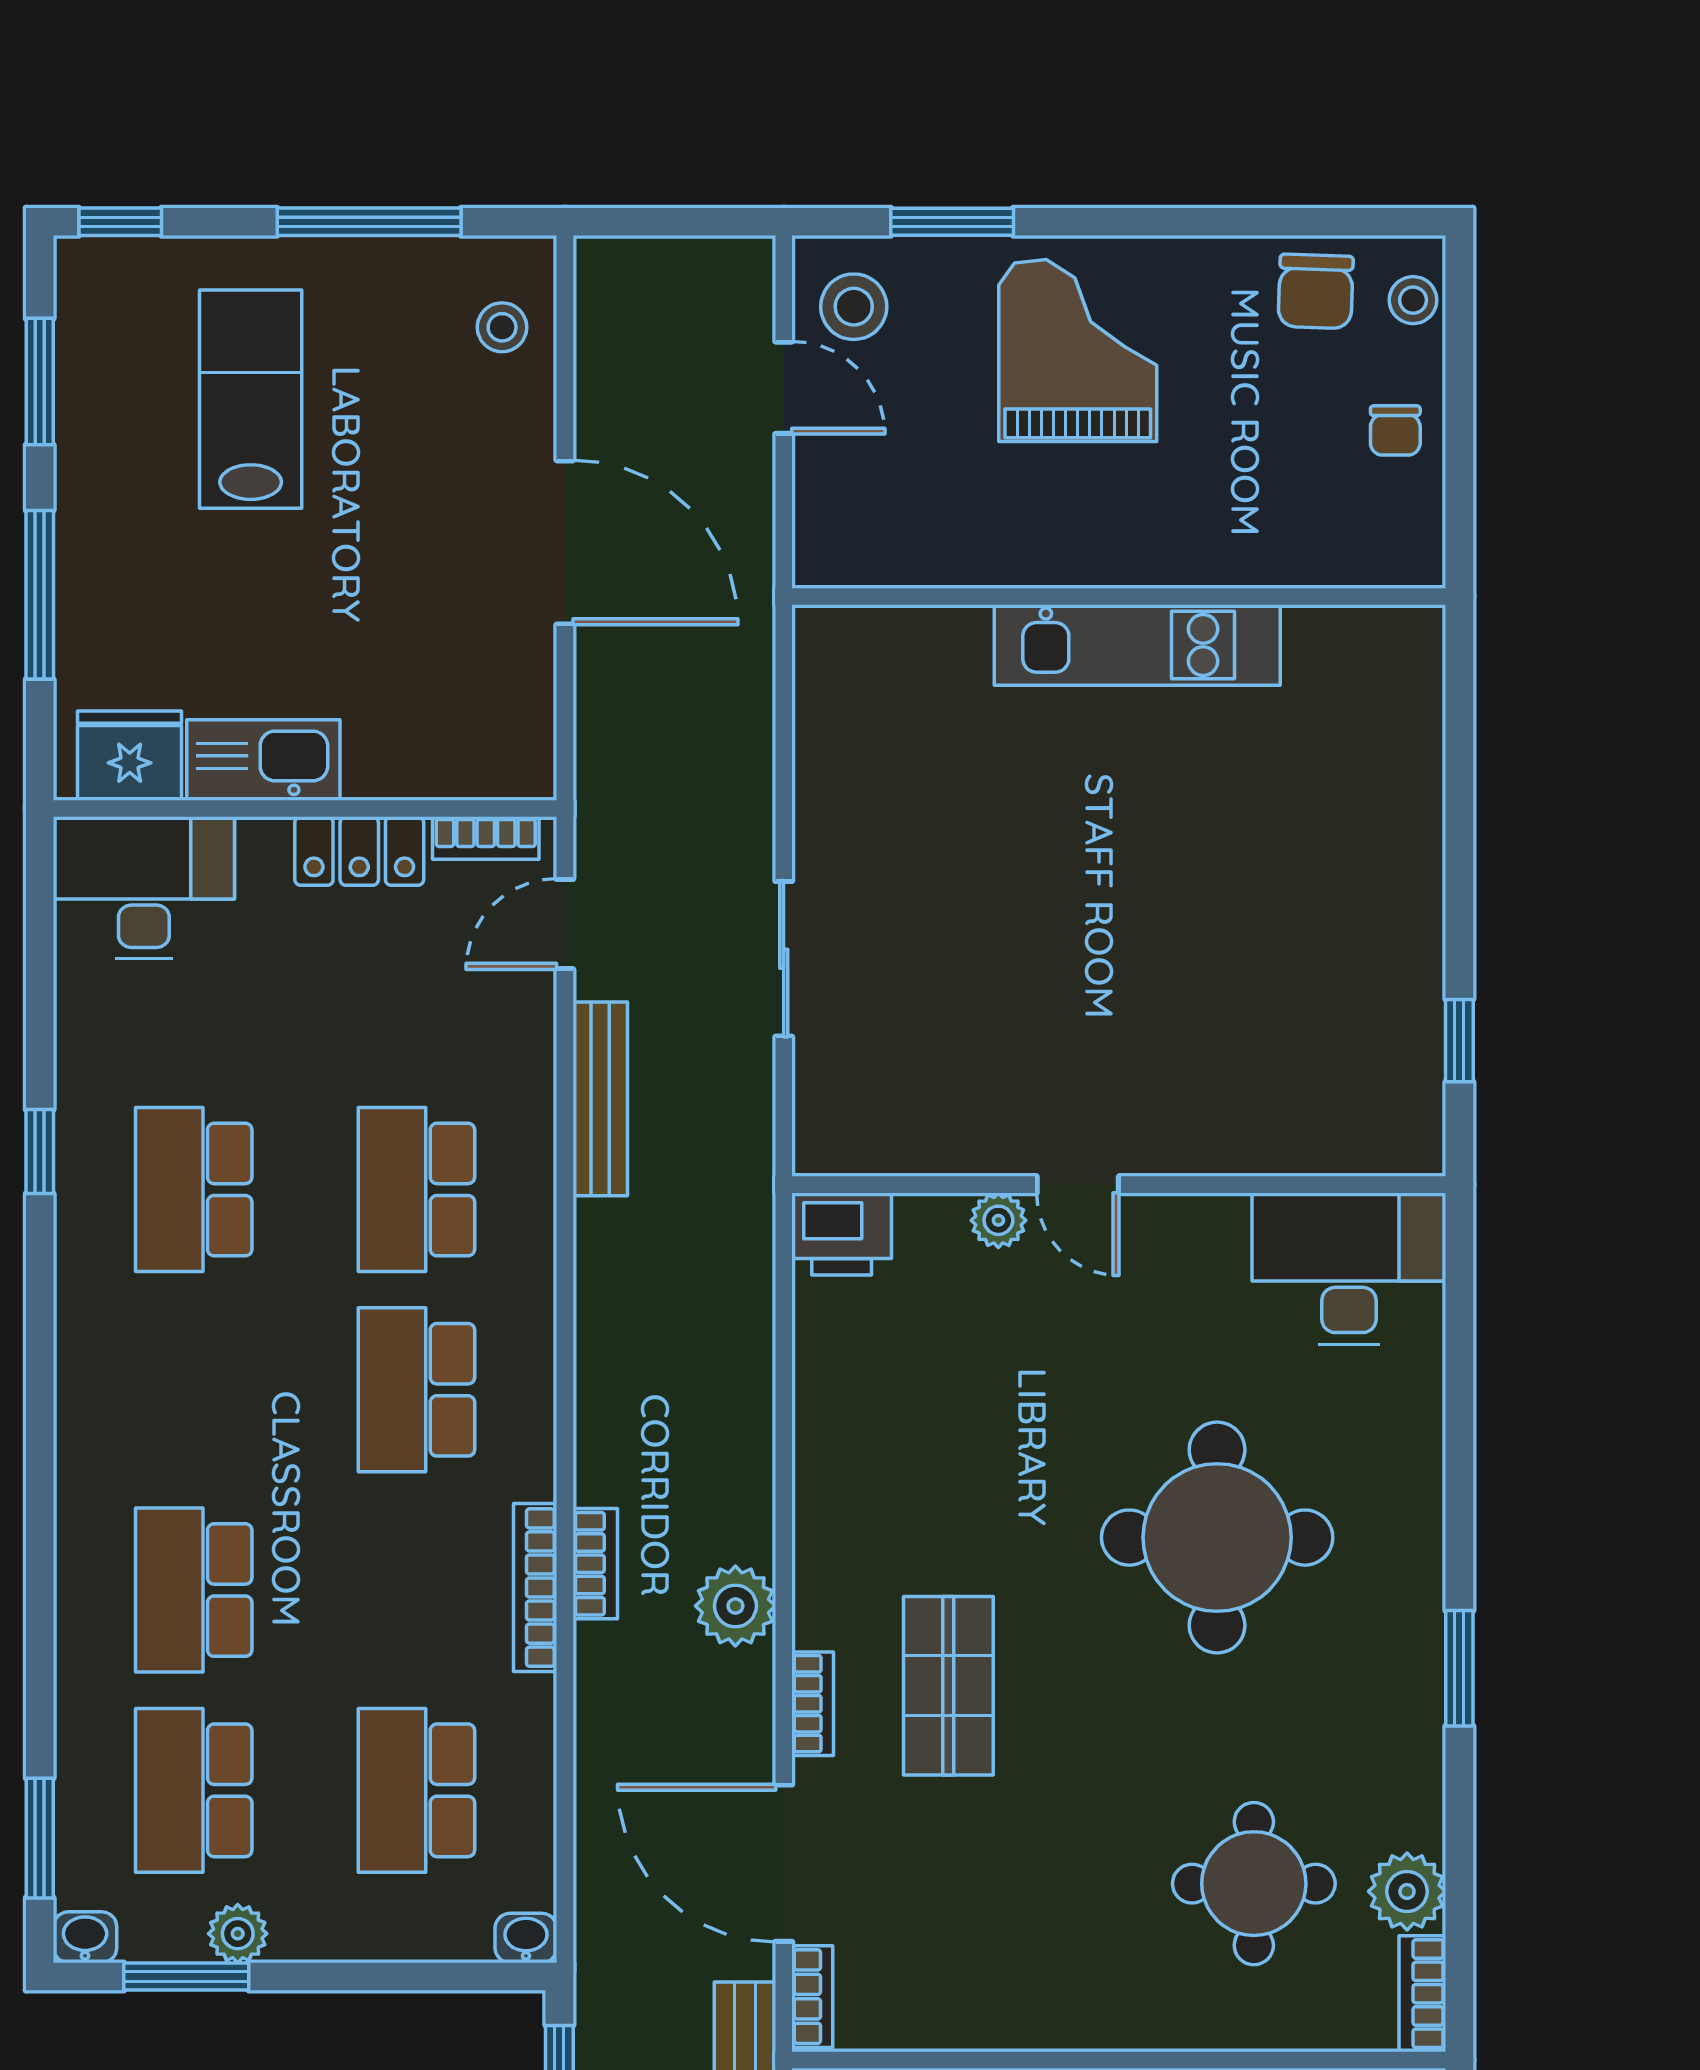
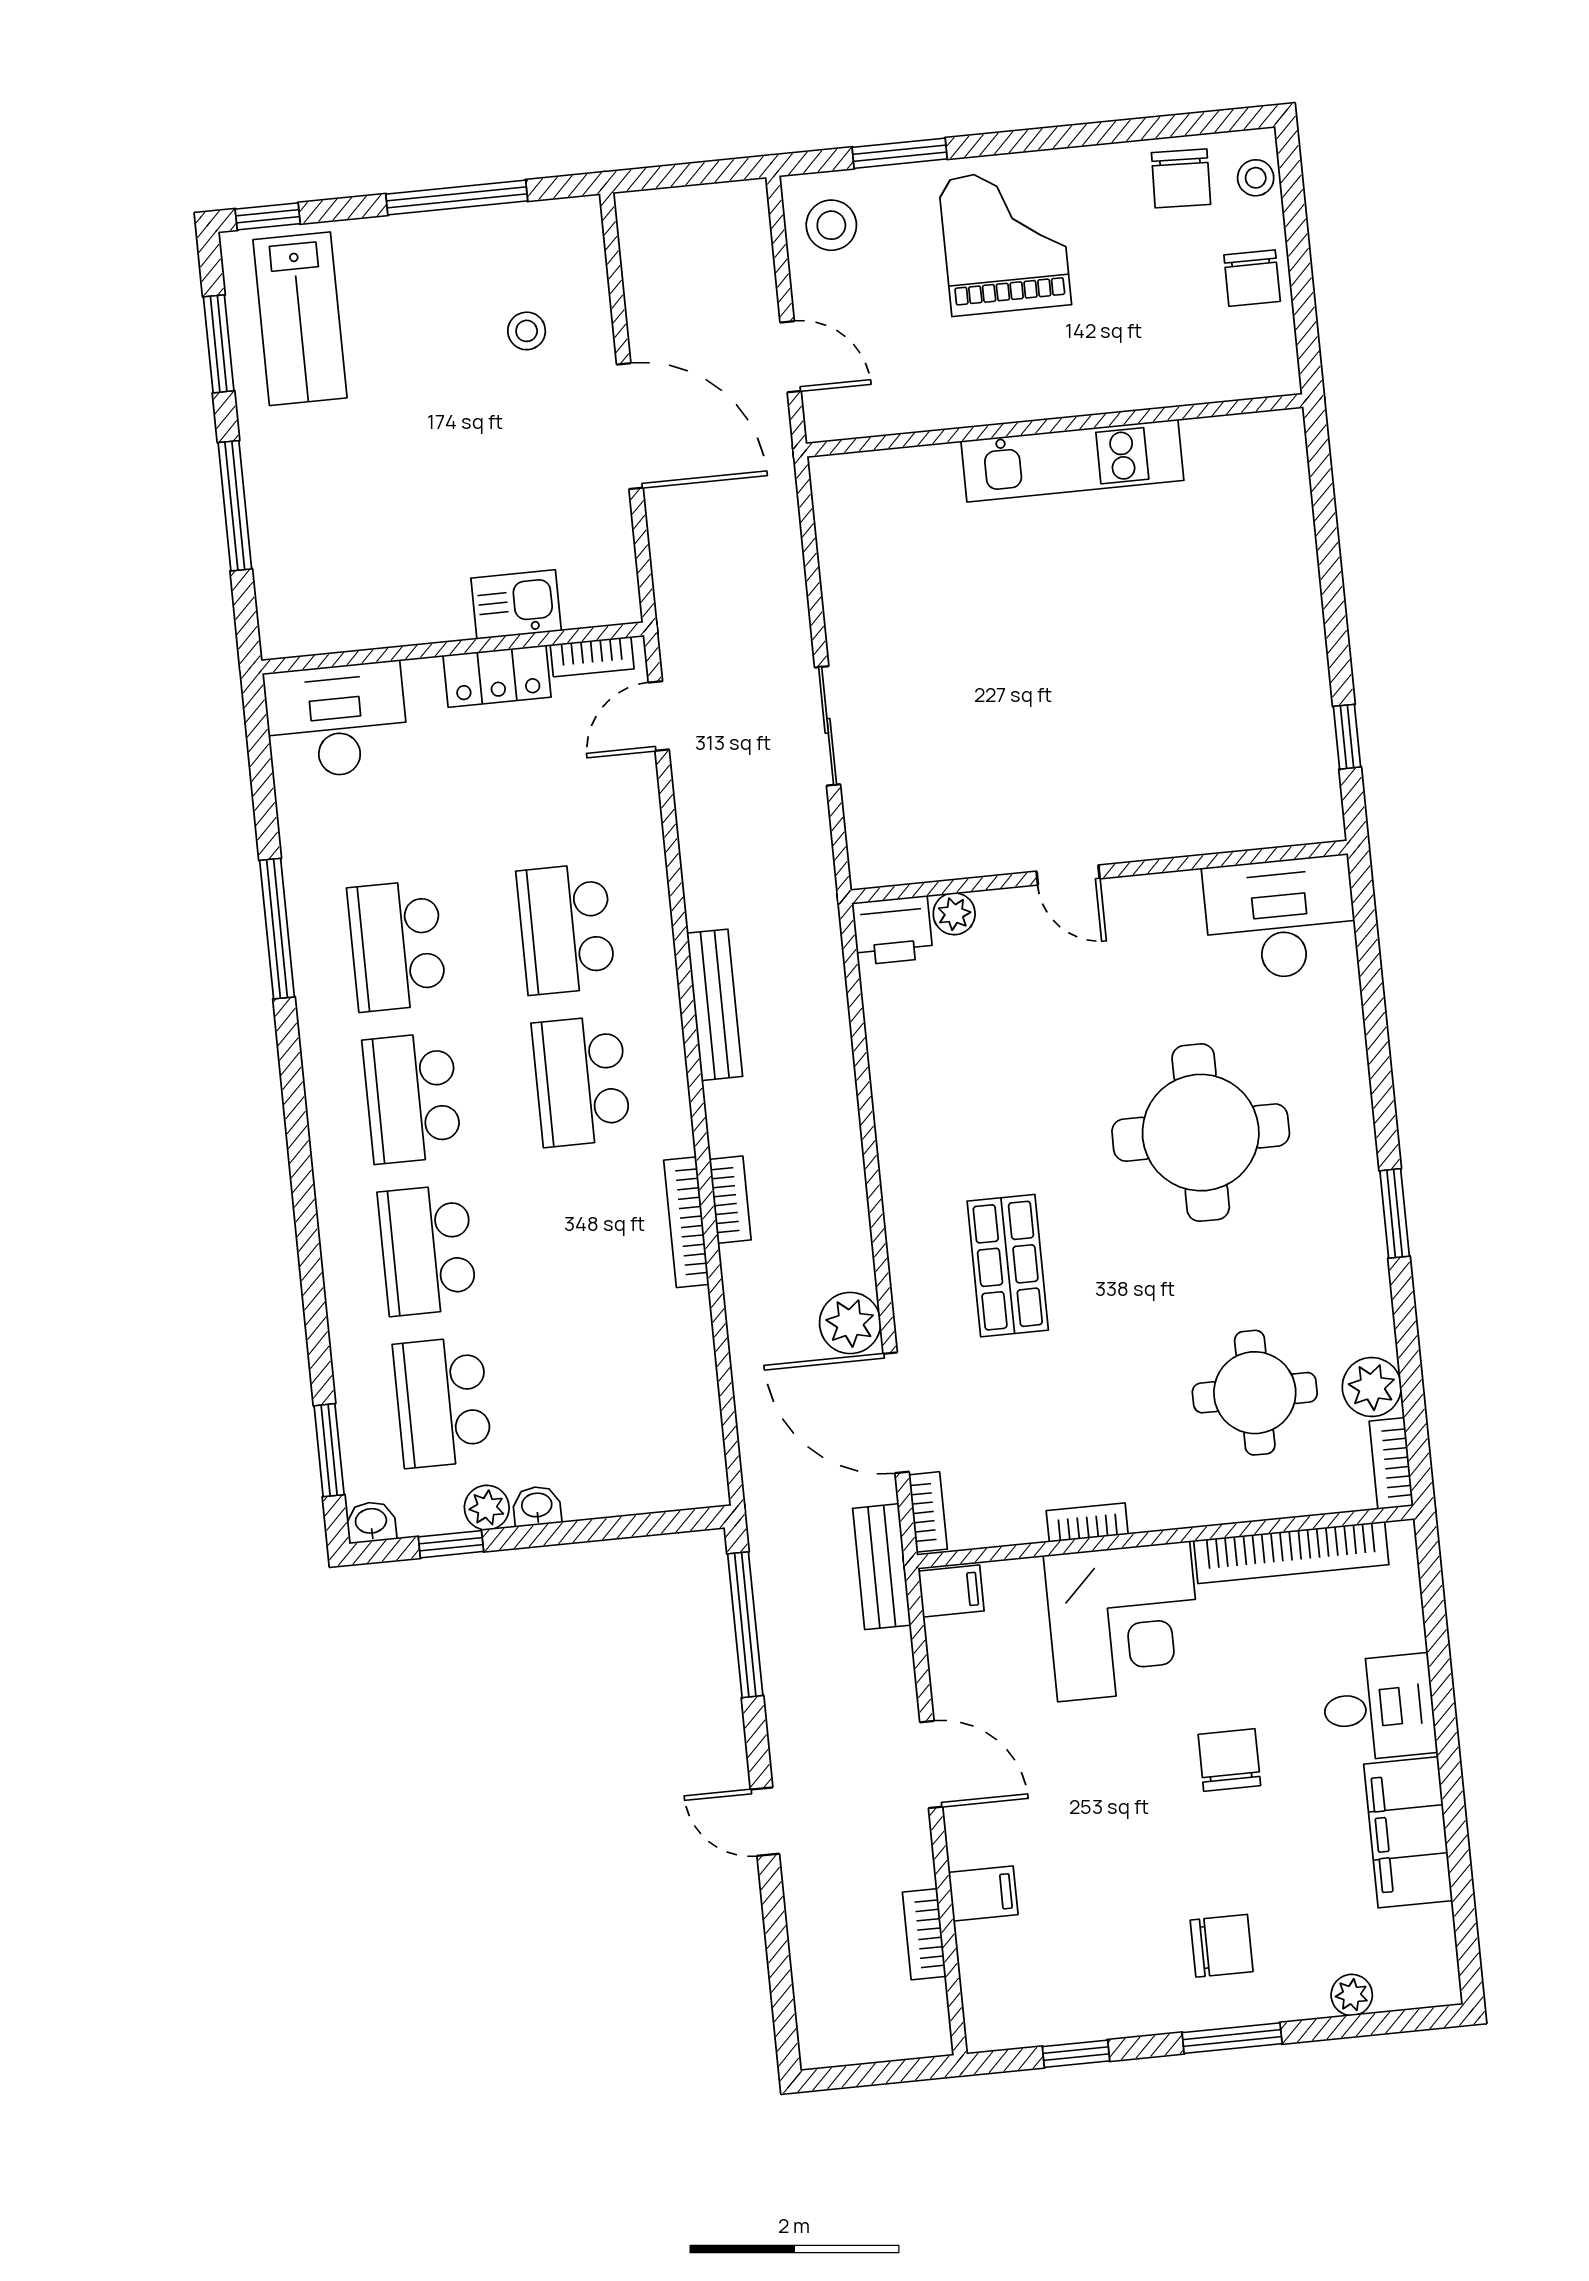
stool: (502, 327) -> (527, 331), moved
door: (784, 388) -> (791, 357), moved
lab bench: (251, 399) -> (300, 319), moved, turned 180
chair: (1395, 430) -> (1252, 278), width x1.37, depth x1.37
fridge: (130, 756) -> (315, 621), removed
kitchen sink: (263, 760) -> (516, 604), moved, width x0.73
bench: (600, 1099) -> (715, 1005), moved
window: (40, 1152) -> (277, 929), width x2.17
plant: (998, 1220) -> (954, 914), moved
plant: (735, 1606) -> (850, 1323), moved
bookcase: (813, 1704) -> (1087, 1522), moved, turned -90
school desk: (416, 1790) -> (412, 1098), moved
washbasin: (526, 1938) -> (537, 1506), moved
window: (186, 1977) -> (451, 1544), width x0.67

